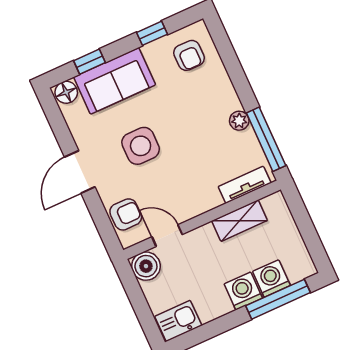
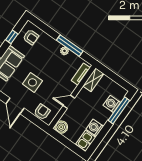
window: (266, 139) -> (70, 46), moved
shelving: (240, 221) -> (93, 80), moved
door: (167, 236) -> (69, 102), moved
washing machine: (243, 291) -> (95, 128), moved

